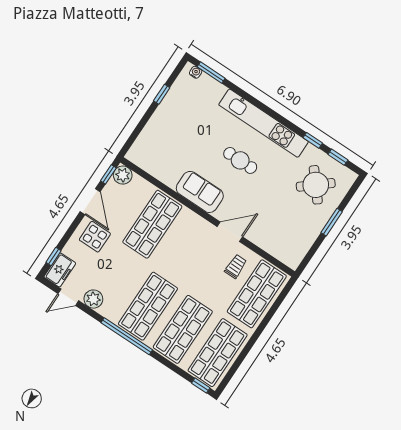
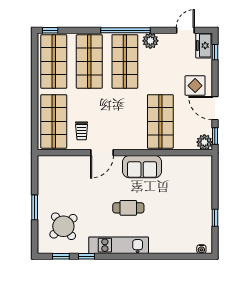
window: (211, 73) -> (190, 256), removed
kitchen unit: (264, 123) -> (119, 245), width x0.73
plant: (93, 299) -> (150, 41), moved

